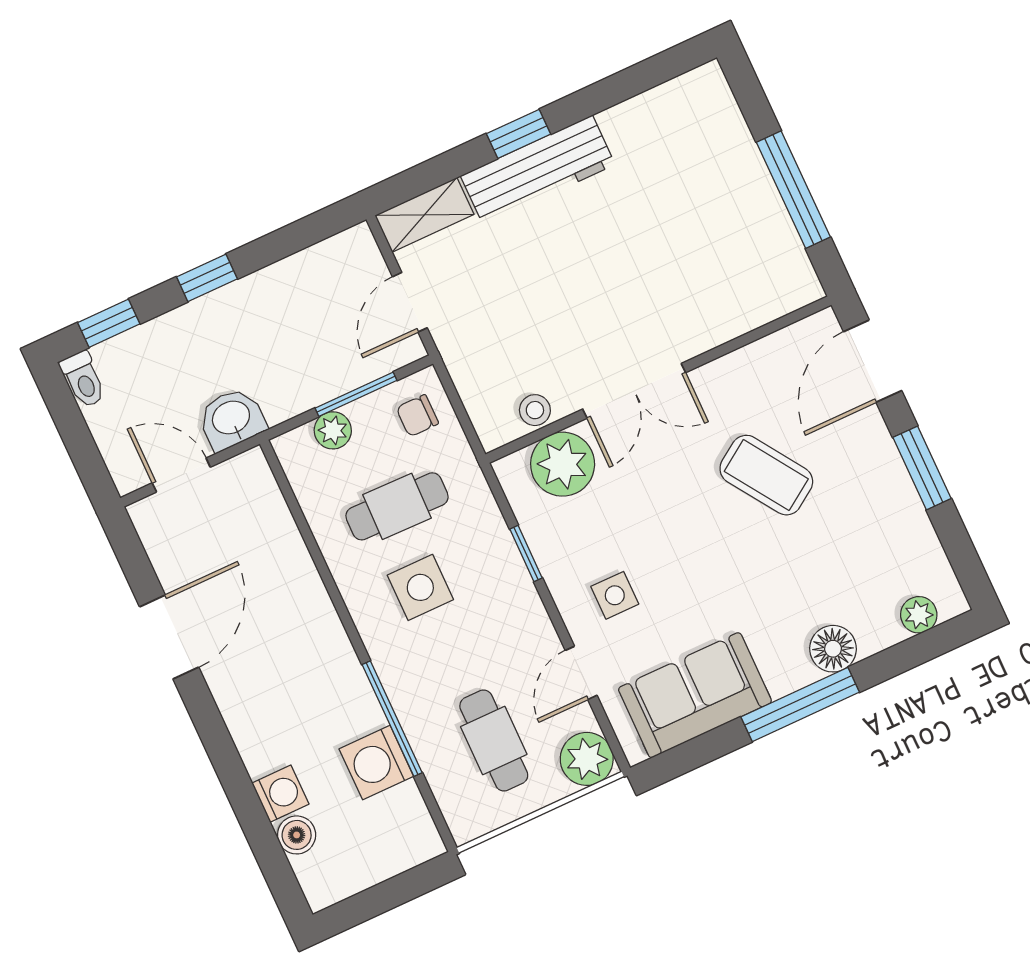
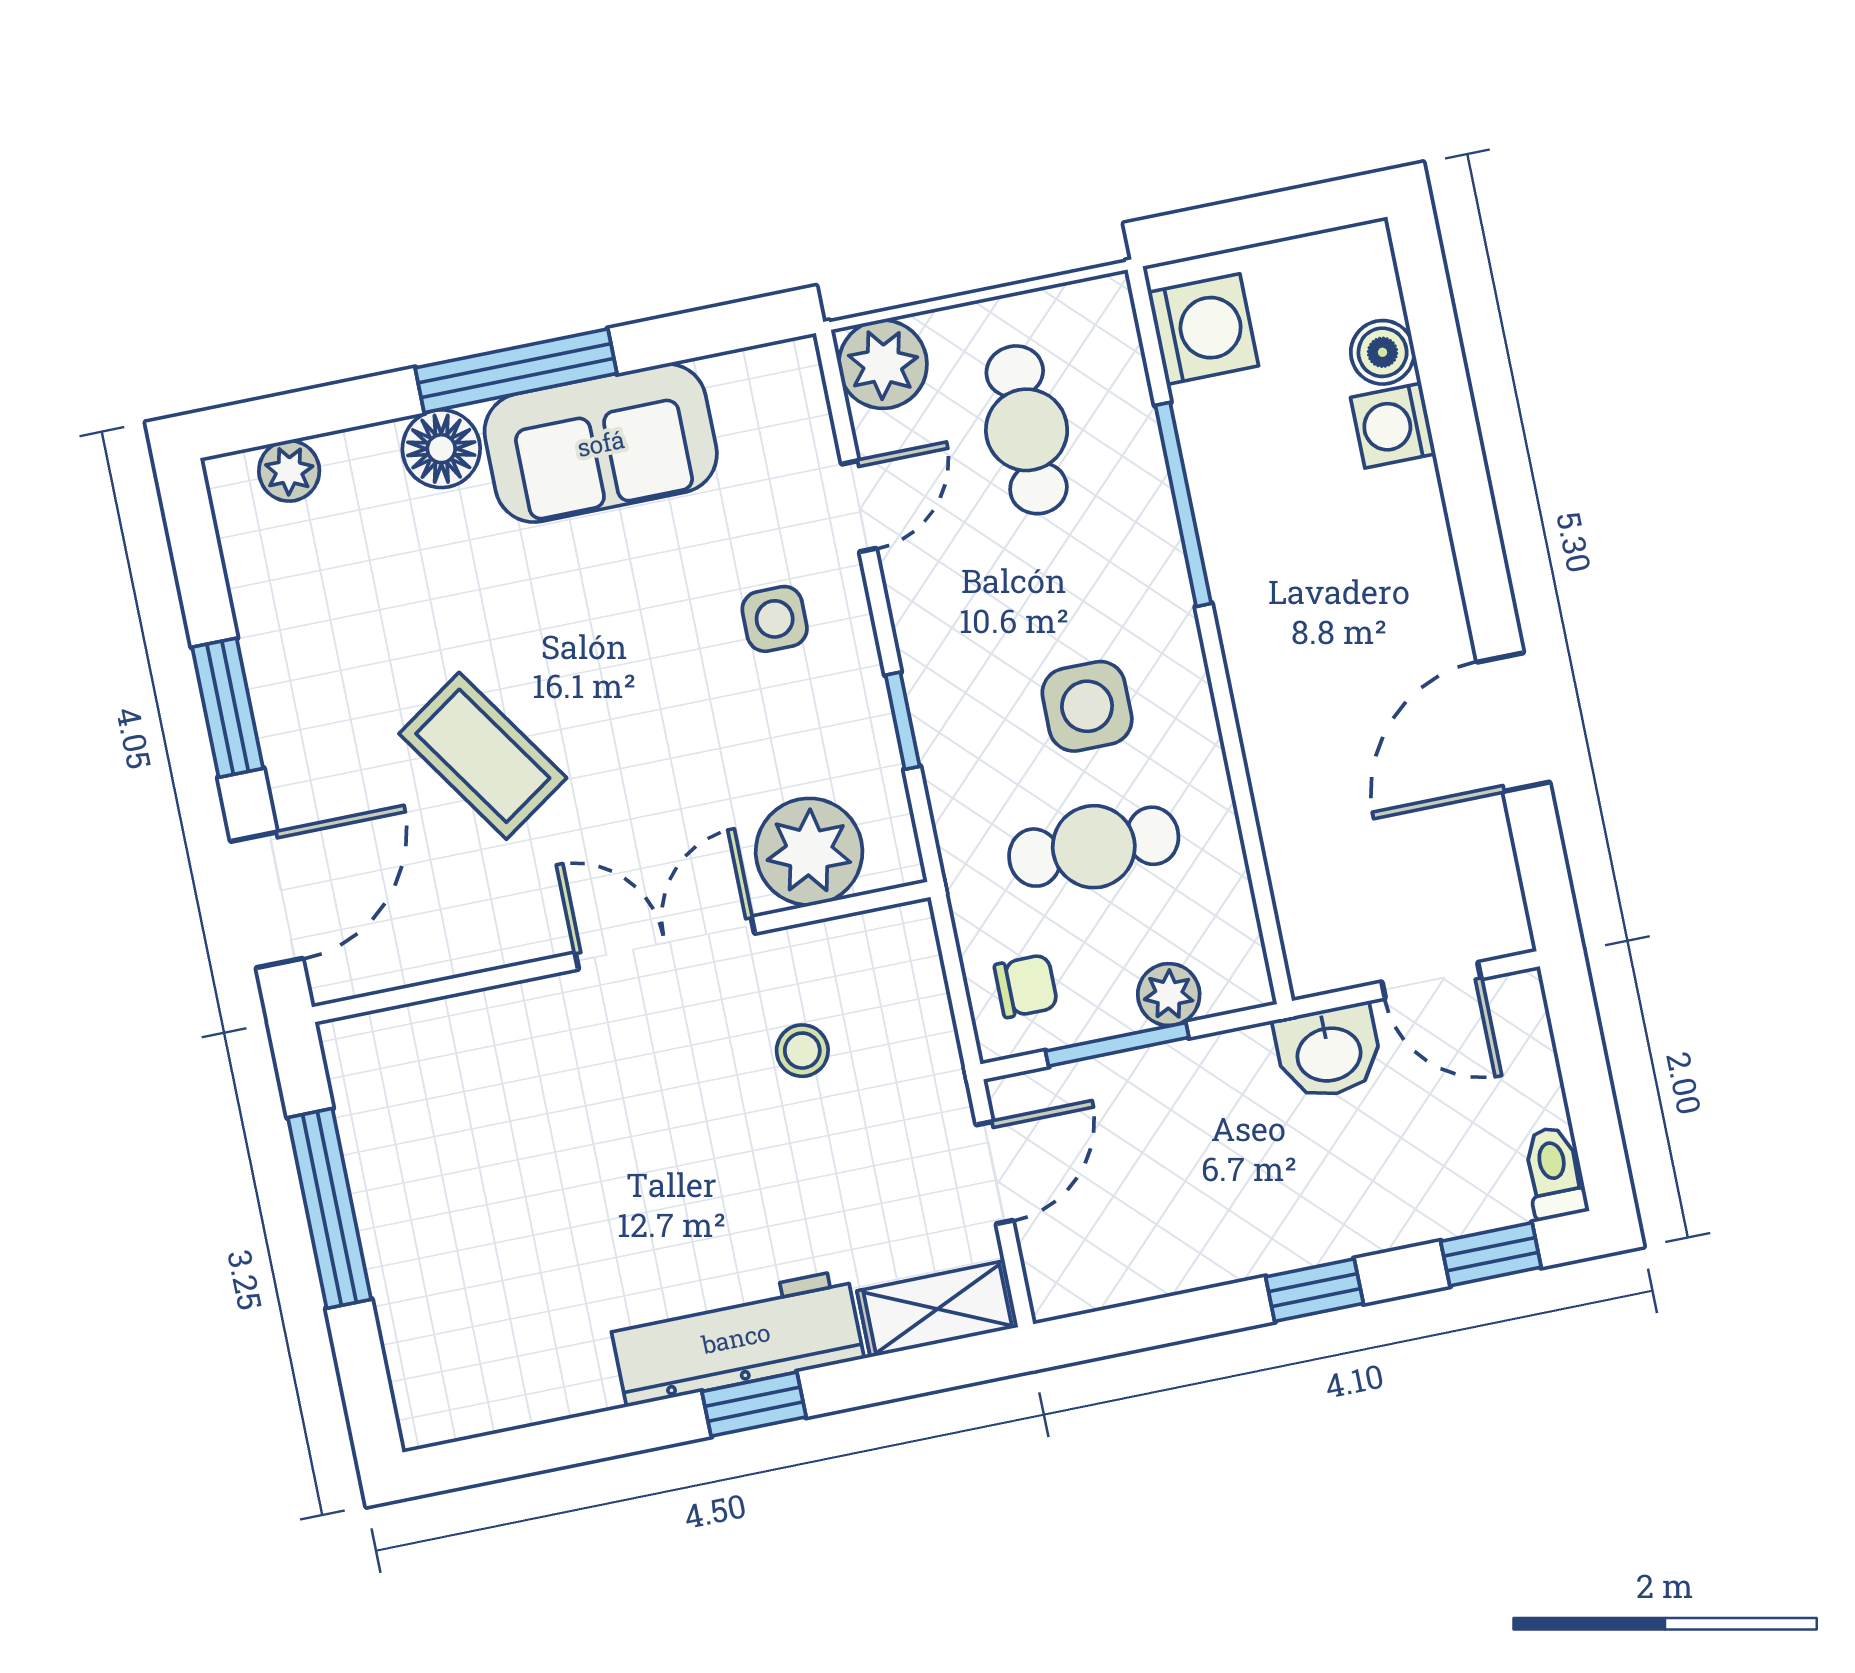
stool: (535, 410) -> (802, 1051), moved
sofa: (695, 695) -> (601, 443), moved
washing machine: (376, 763) -> (1203, 329), moved

